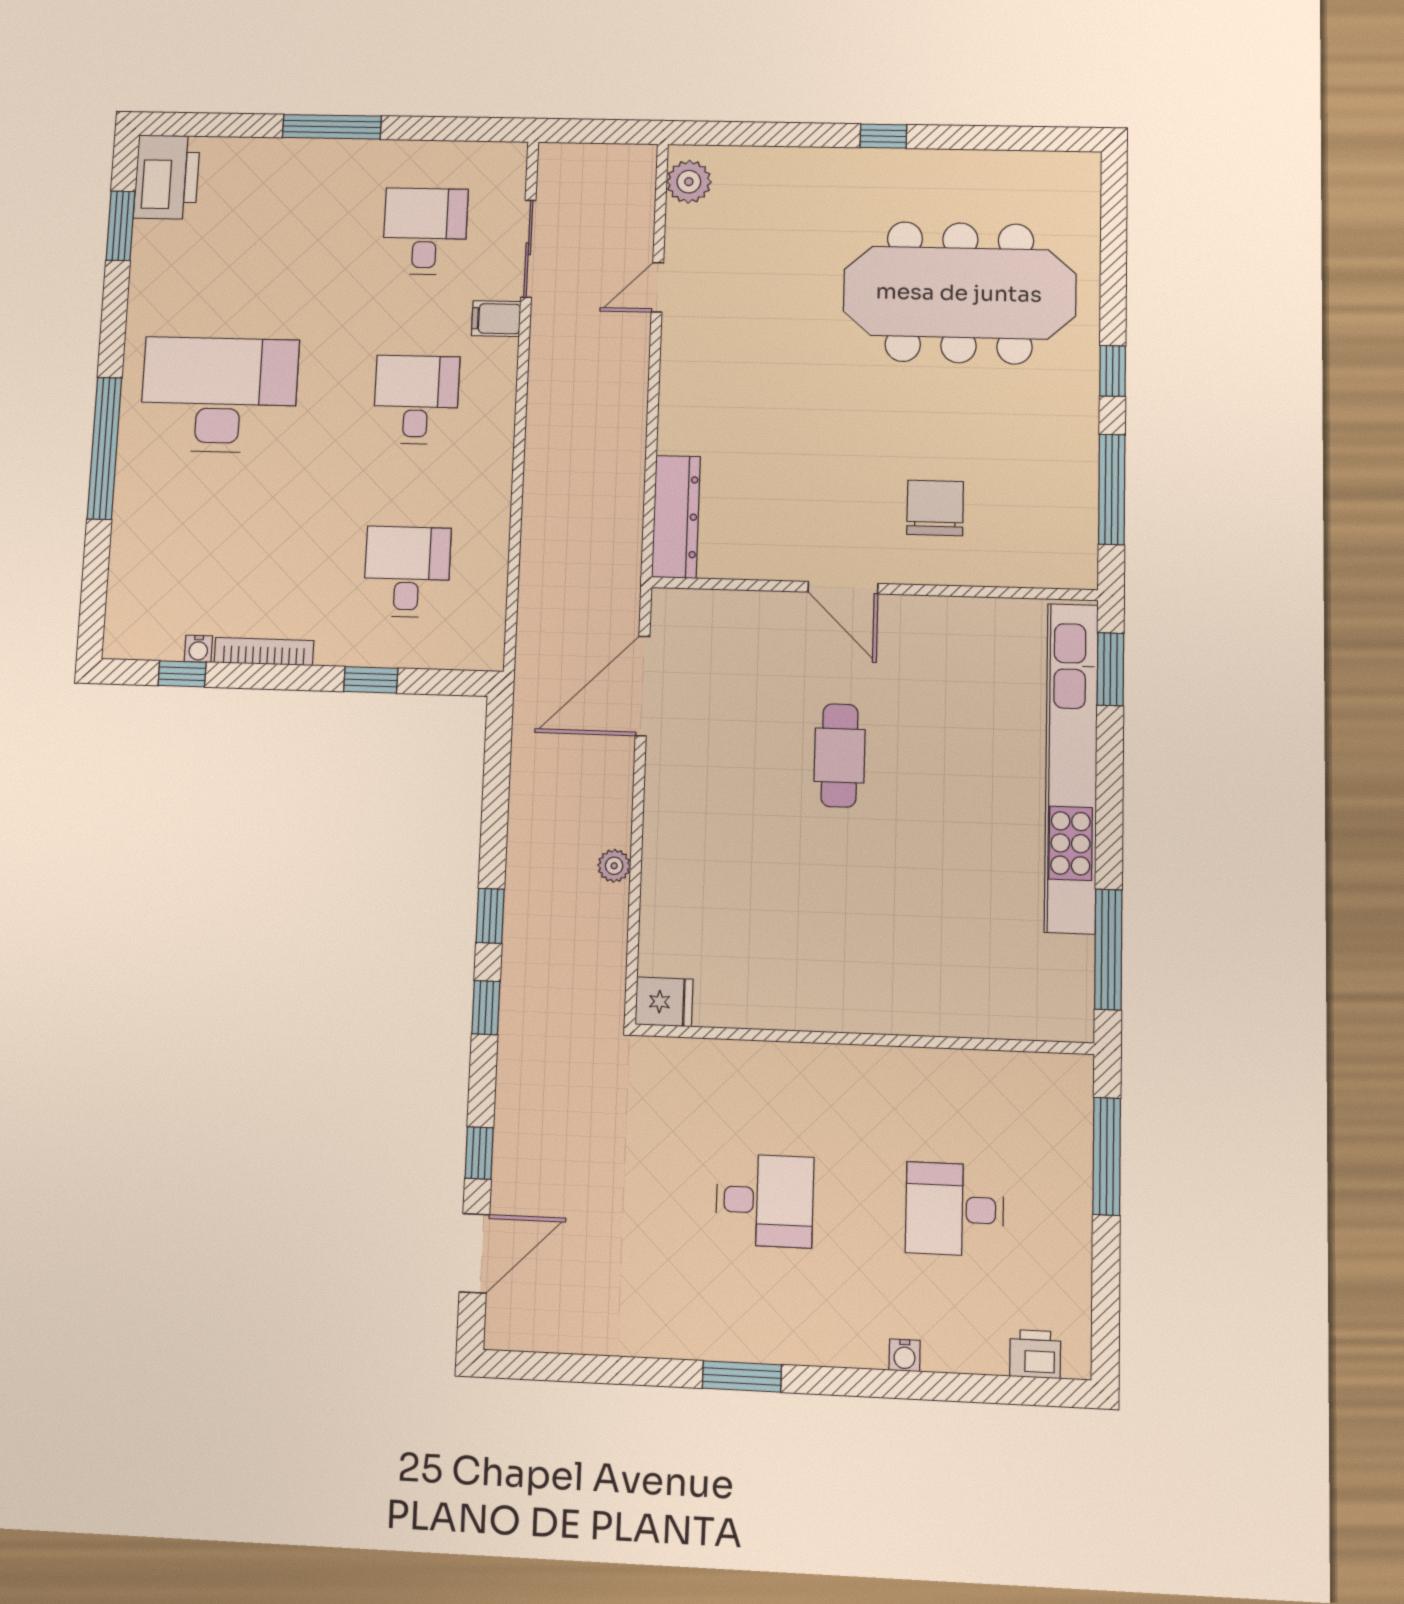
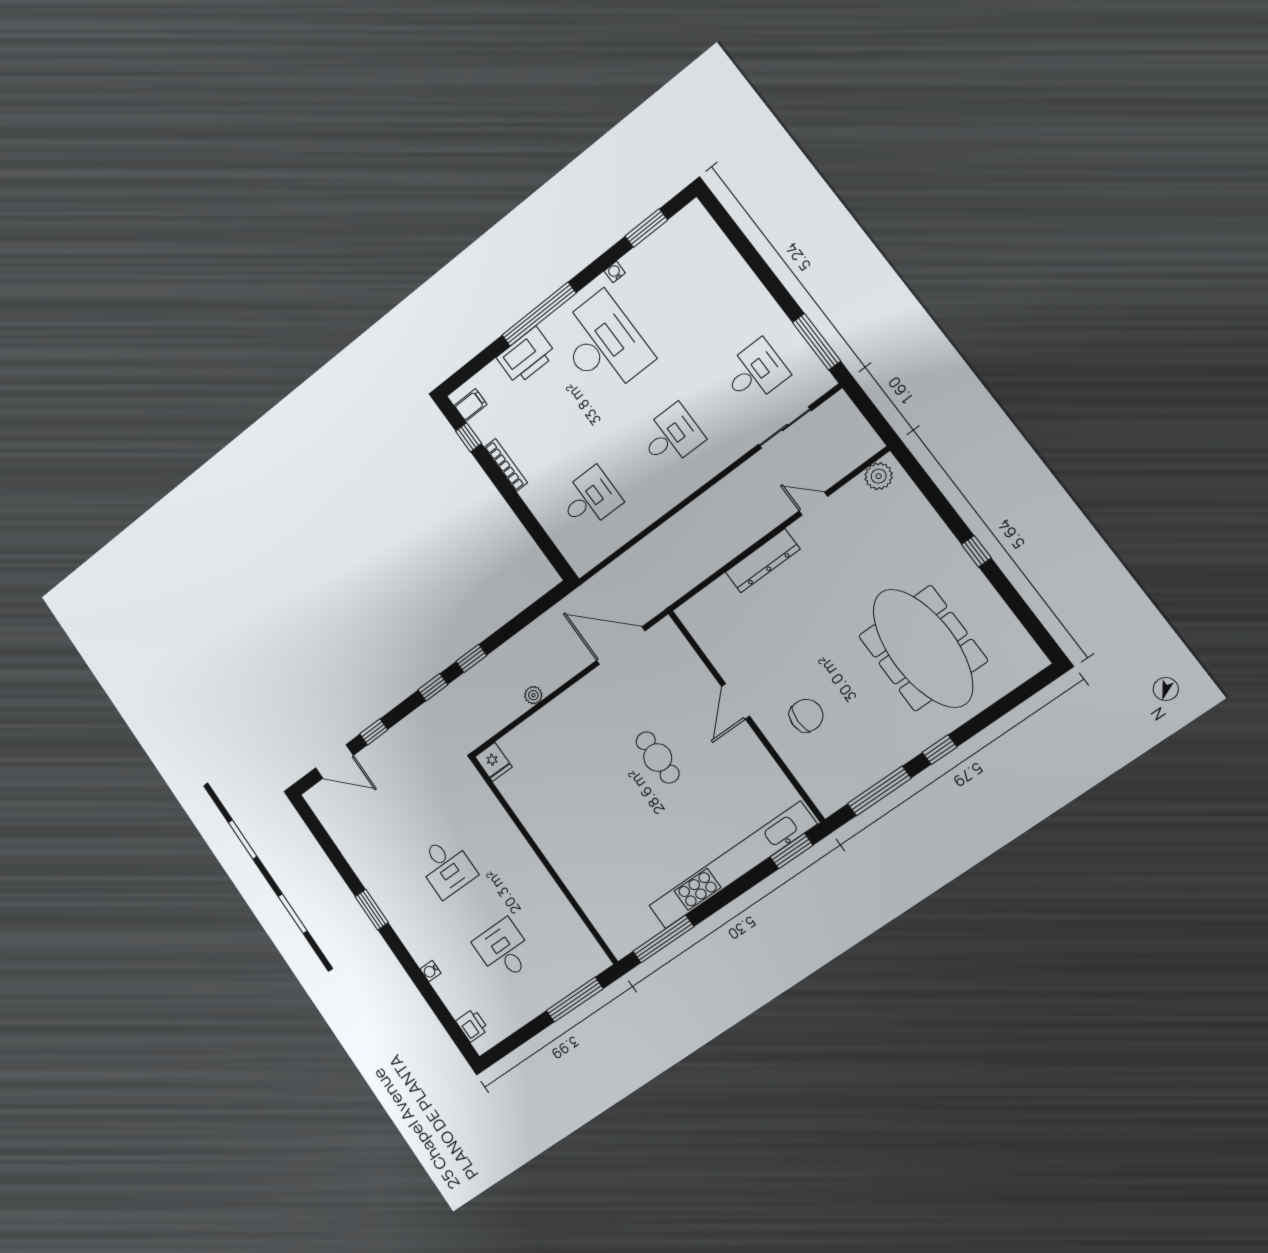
window: (332, 127) -> (817, 342), moved
printer: (167, 177) -> (526, 356), moved
filing cabinet: (496, 319) -> (471, 405), moved, turned 90
dresser: (676, 517) -> (763, 561), moved
water cooler: (198, 649) -> (615, 272), moved, turned 90
window: (371, 680) -> (530, 523), removed
cafe table: (840, 755) -> (658, 758), turned 90

